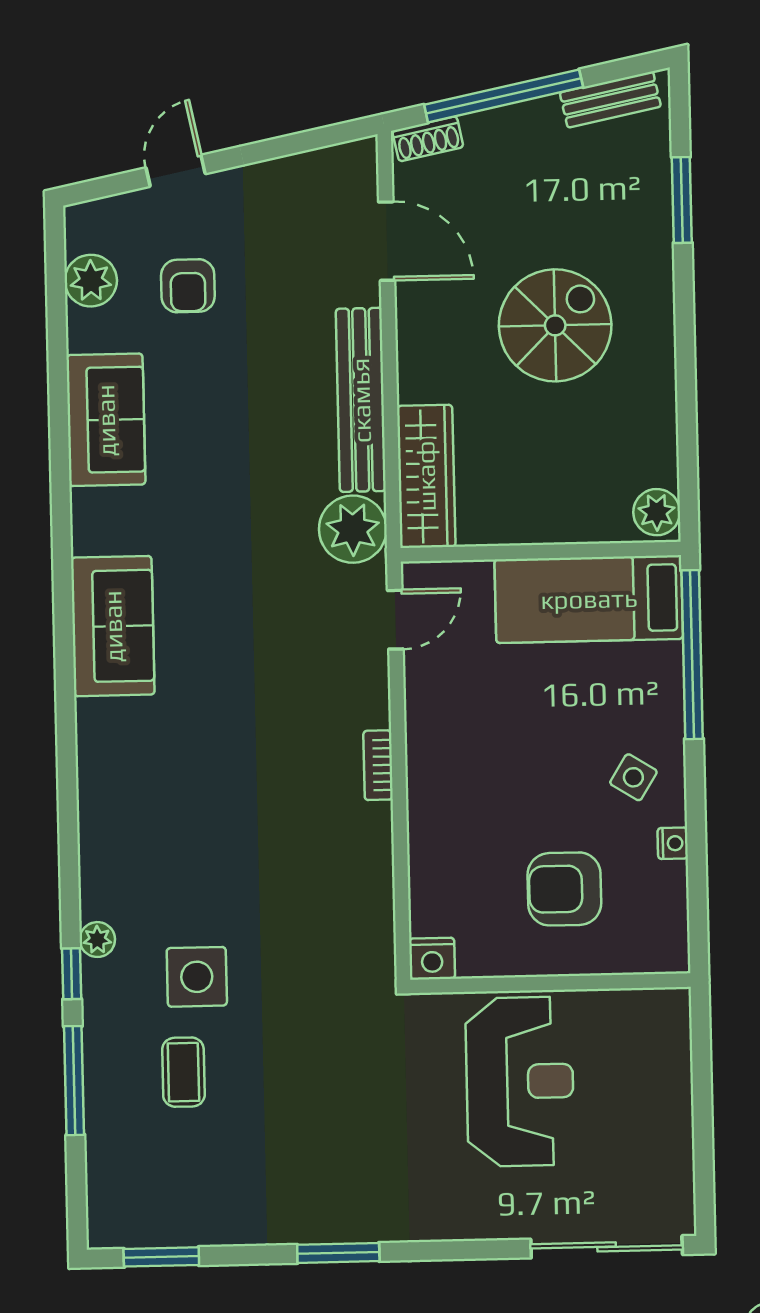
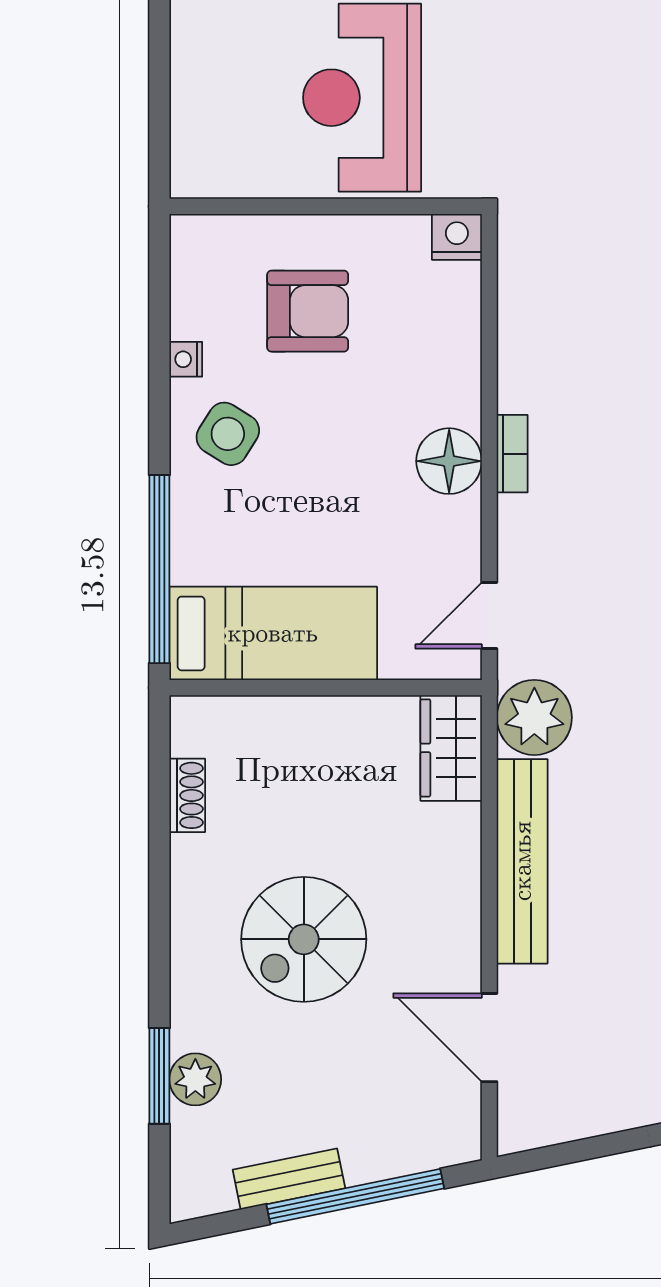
bench: (610, 99) -> (289, 1179), moved
shoe rack: (428, 139) -> (187, 795), moved, turned 102
wardrobe: (426, 476) -> (451, 748), width x0.67
plant: (657, 512) -> (195, 1079), moved
floor lamp: (435, 757) -> (449, 461), added
side table: (633, 777) -> (228, 434), width x1.37, depth x1.37

